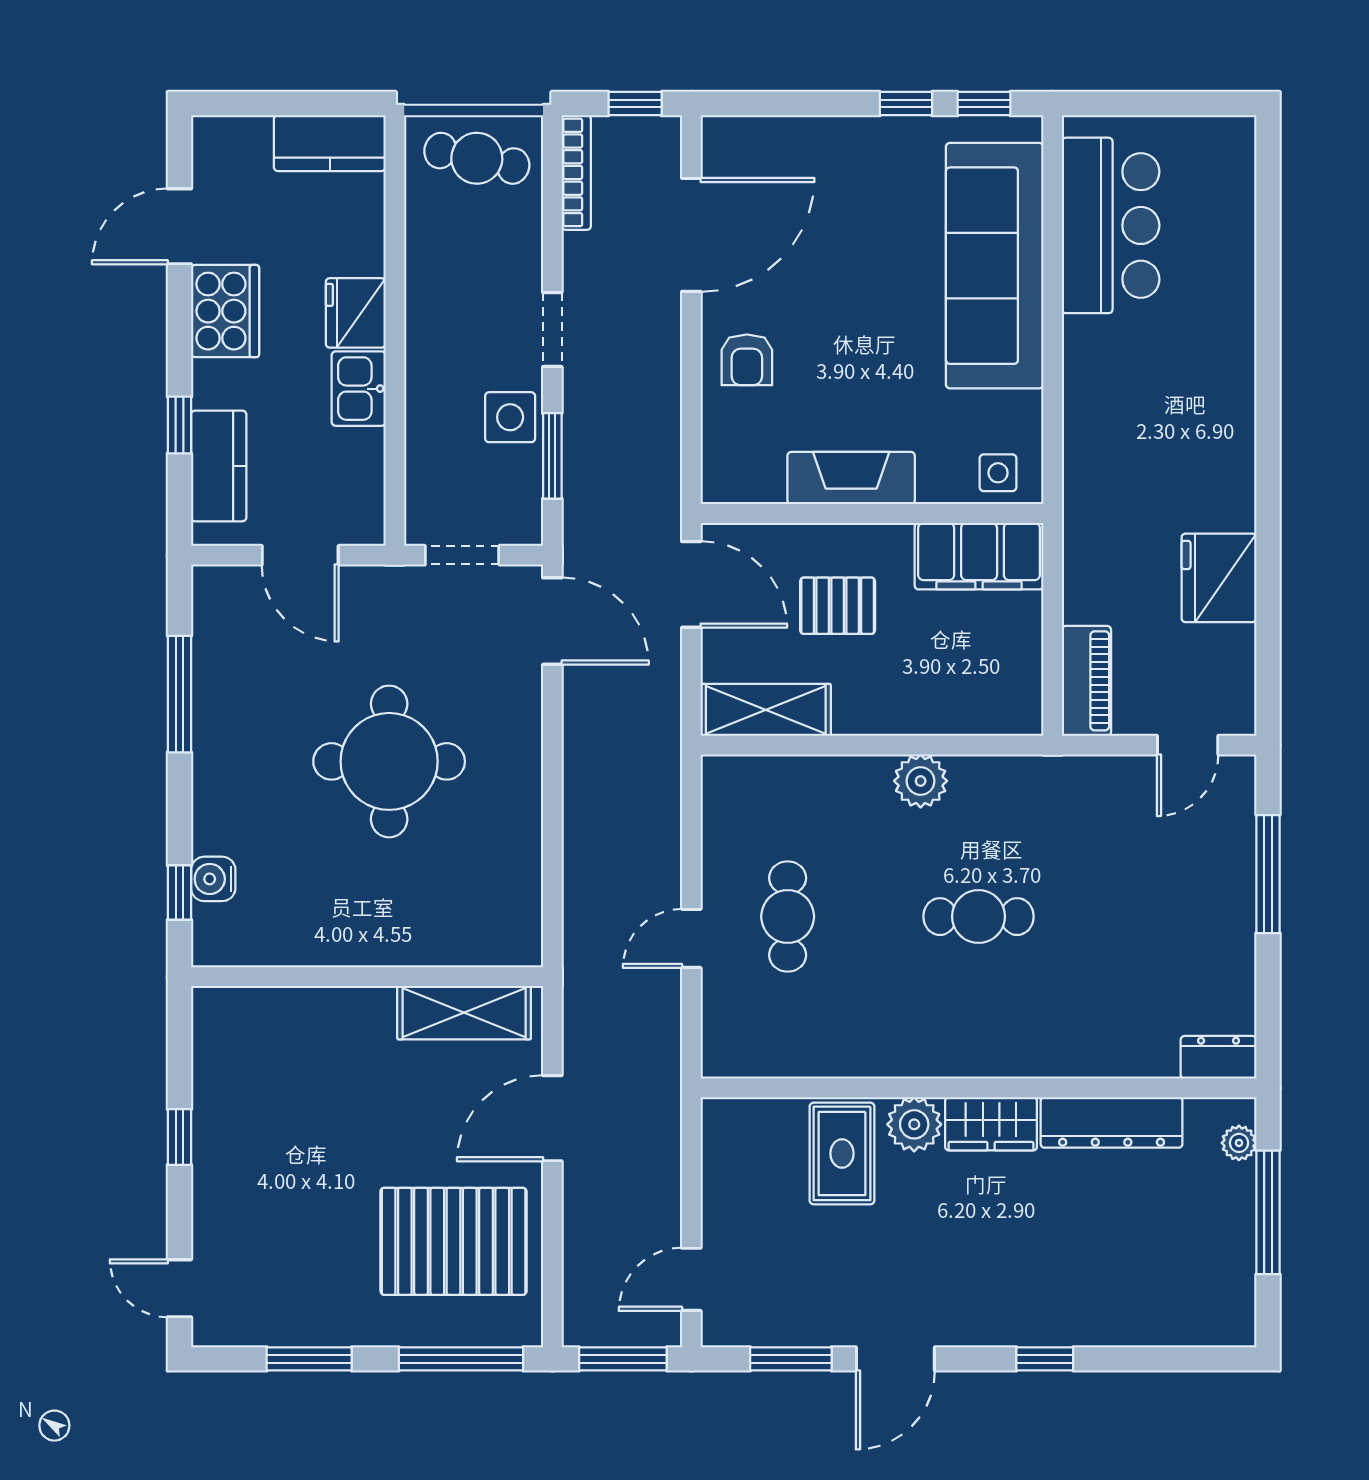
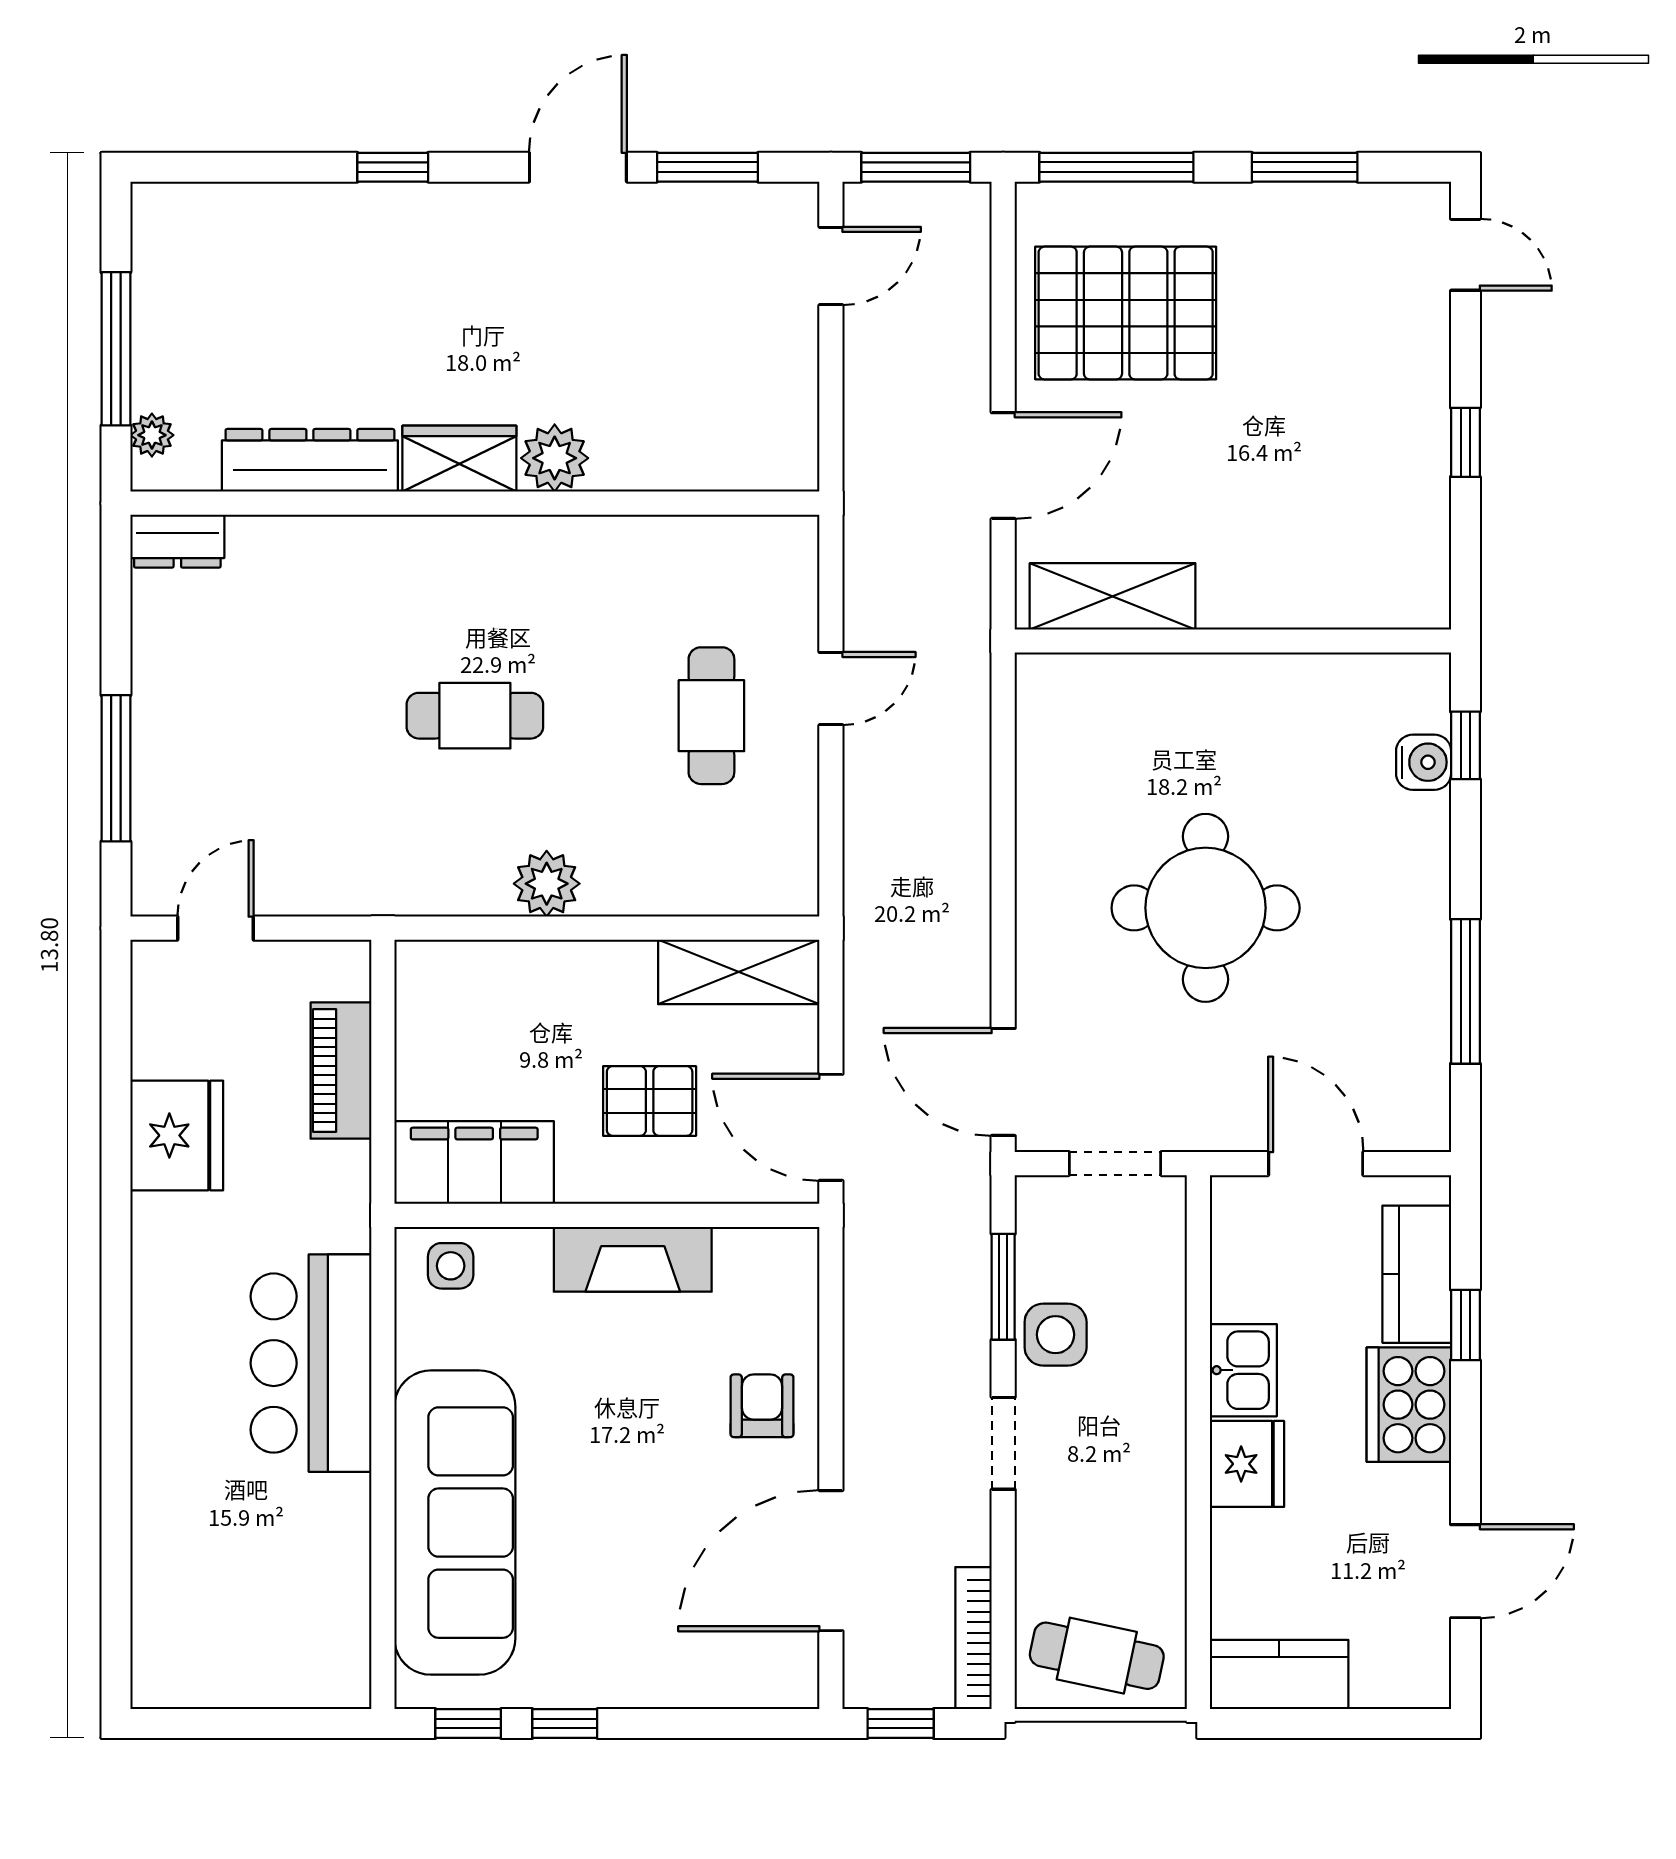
bar counter: (1111, 225) -> (311, 1363), moved
cooker: (225, 311) -> (1409, 1405), moved
piano: (1086, 681) -> (341, 1071), moved
rug: (842, 1153) -> (644, 422), removed

